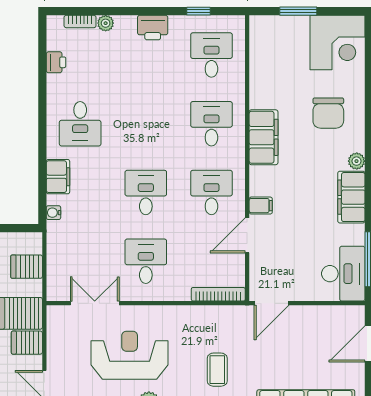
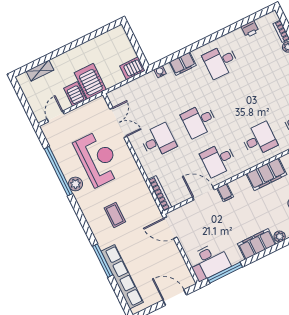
desk: (146, 192) -> (199, 121), turned 180
desk: (211, 192) -> (218, 160), turned 180
server rack: (27, 267) -> (132, 68), moved, turned -90
coffee table: (217, 370) -> (115, 215), turned 90

